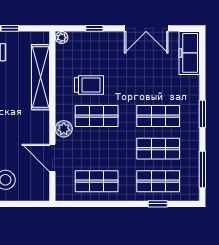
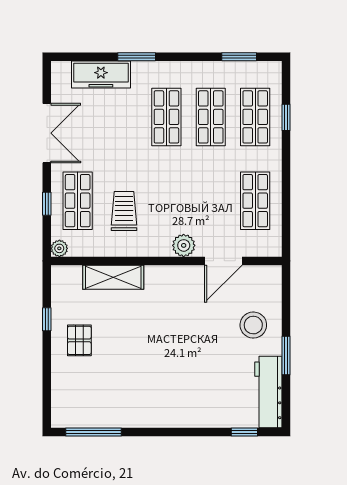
freezer: (189, 53) -> (101, 75), moved
shelving: (41, 77) -> (113, 277), width x0.68
window: (202, 114) -> (137, 57), moved
shop shelf: (97, 116) -> (78, 201), moved
window: (202, 169) -> (239, 57), width x0.69

